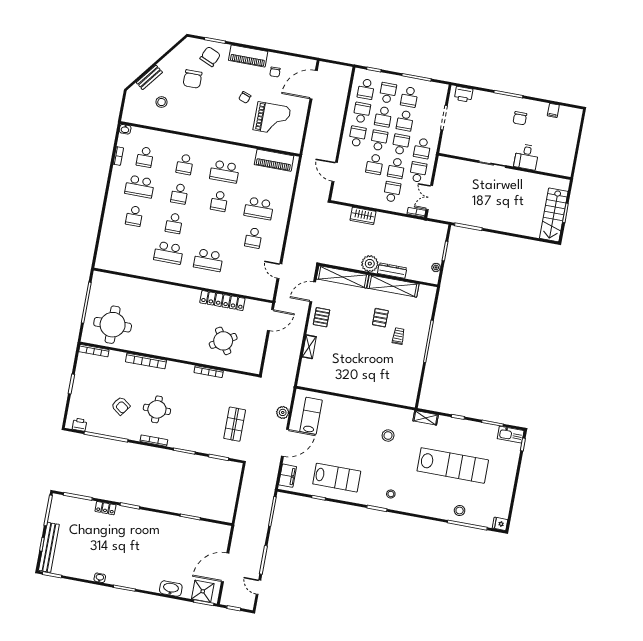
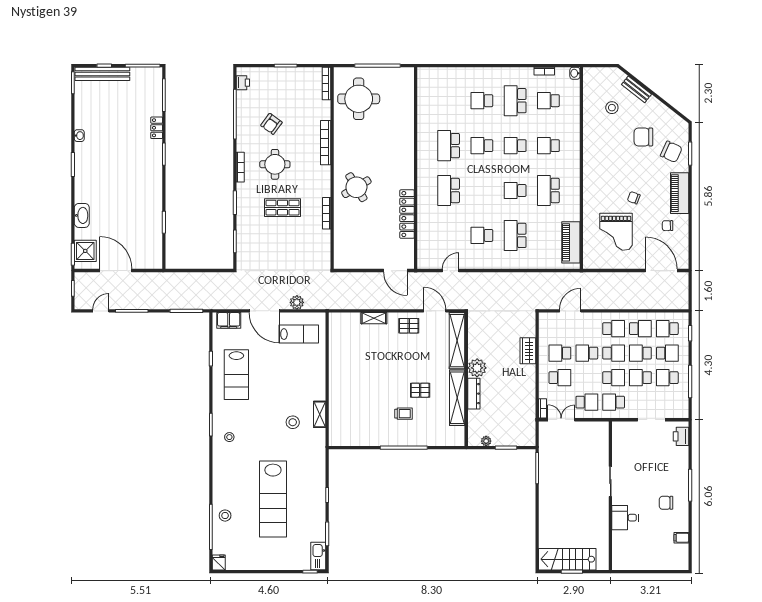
school desk: (396, 168) -> (560, 353), moved
round table: (223, 341) -> (356, 187), moved
shelving: (426, 418) -> (320, 414), moved
shop shelf: (235, 424) -> (282, 208), moved

